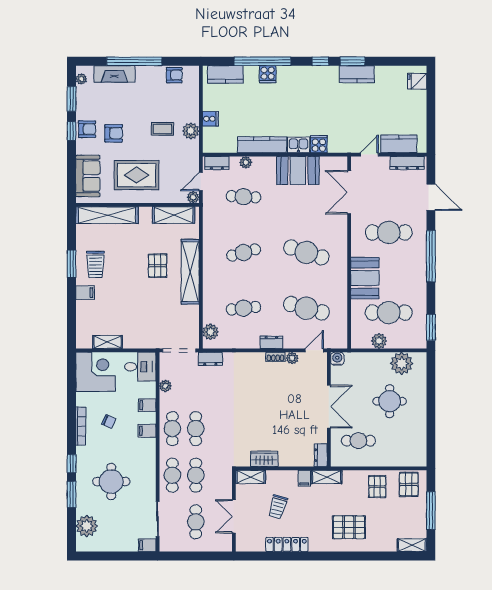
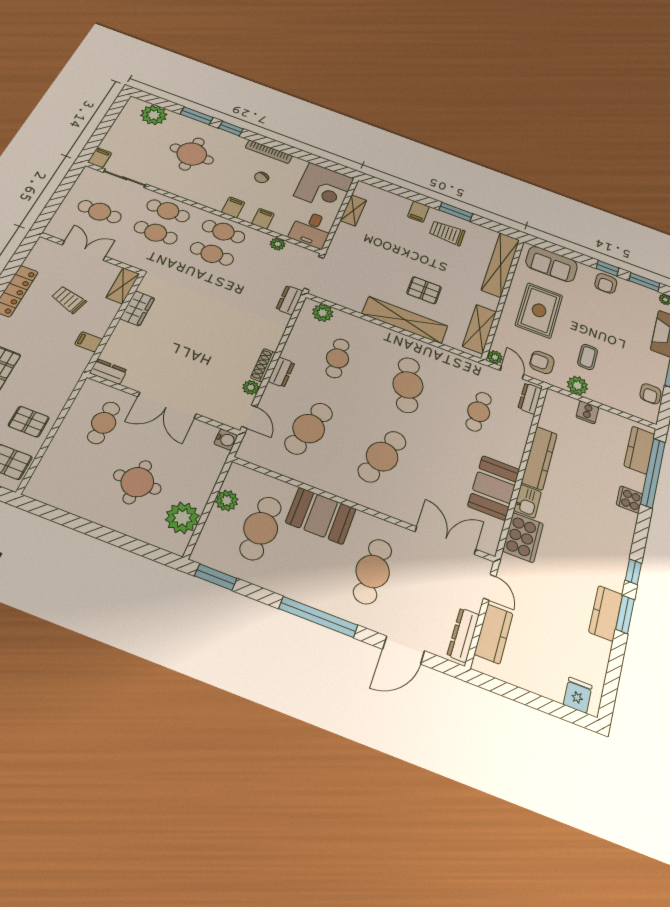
window: (262, 61) -> (653, 473), moved
armchair: (114, 133) -> (542, 362), moved, turned 90
cooker: (319, 144) -> (523, 537), width x1.87, depth x1.31
plant: (246, 162) -> (522, 431), removed
cafe table: (244, 252) -> (408, 385), width x1.37, depth x1.35
shoe rack: (275, 357) -> (263, 365), width x1.43
shelving: (327, 477) -> (76, 367), removed

